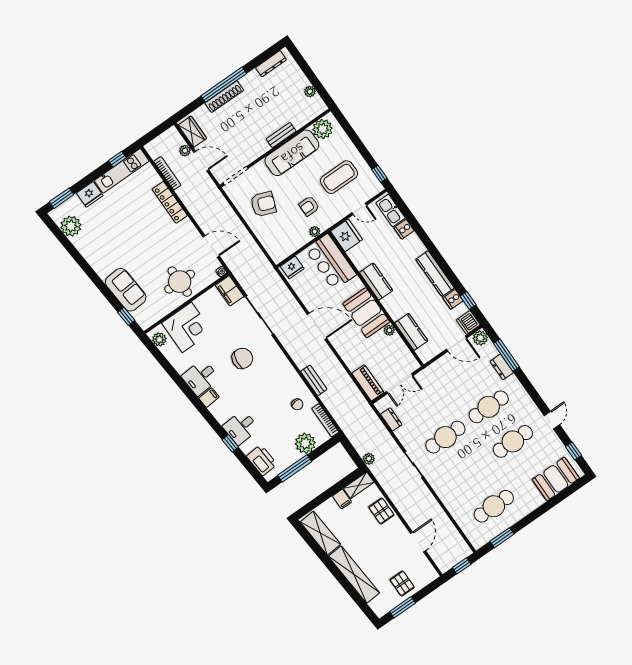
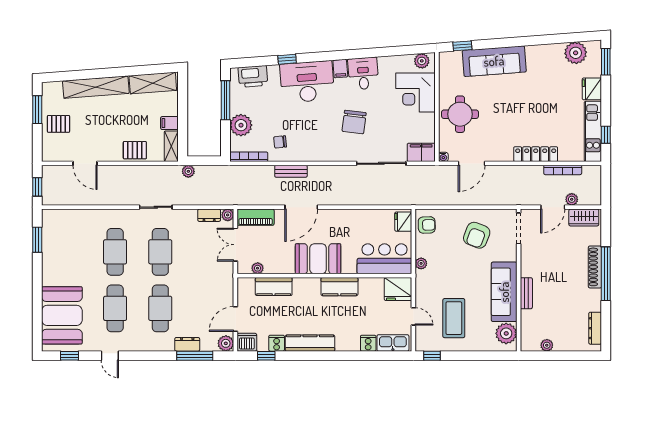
armchair: (309, 206) -> (427, 225), moved, turned 88
door: (359, 209) -> (413, 316), swing flipped
sofa: (126, 290) -> (494, 61), width x1.36
door: (317, 326) -> (301, 207), moved
plant: (389, 330) -> (258, 268), moved
plant: (381, 405) -> (228, 215), added
desk: (241, 427) -> (307, 82), width x1.87, depth x1.30
booth: (556, 479) -> (62, 315), width x1.36, depth x1.42
cafe table: (494, 506) -> (115, 252), moved

